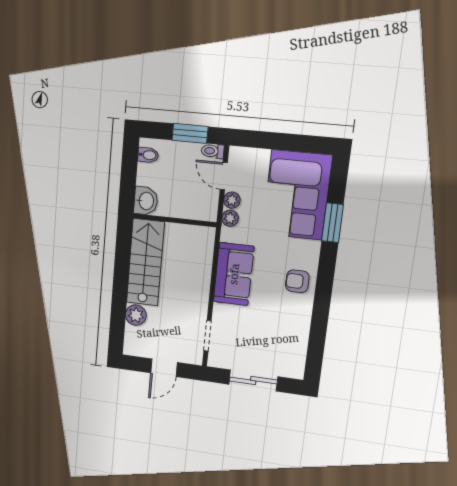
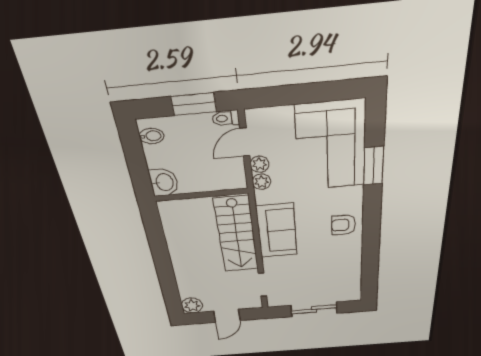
door: (224, 176) -> (245, 142), hinge flipped
stairs: (145, 262) -> (236, 235), moved, turned 180
plant: (136, 315) -> (192, 306), moved

